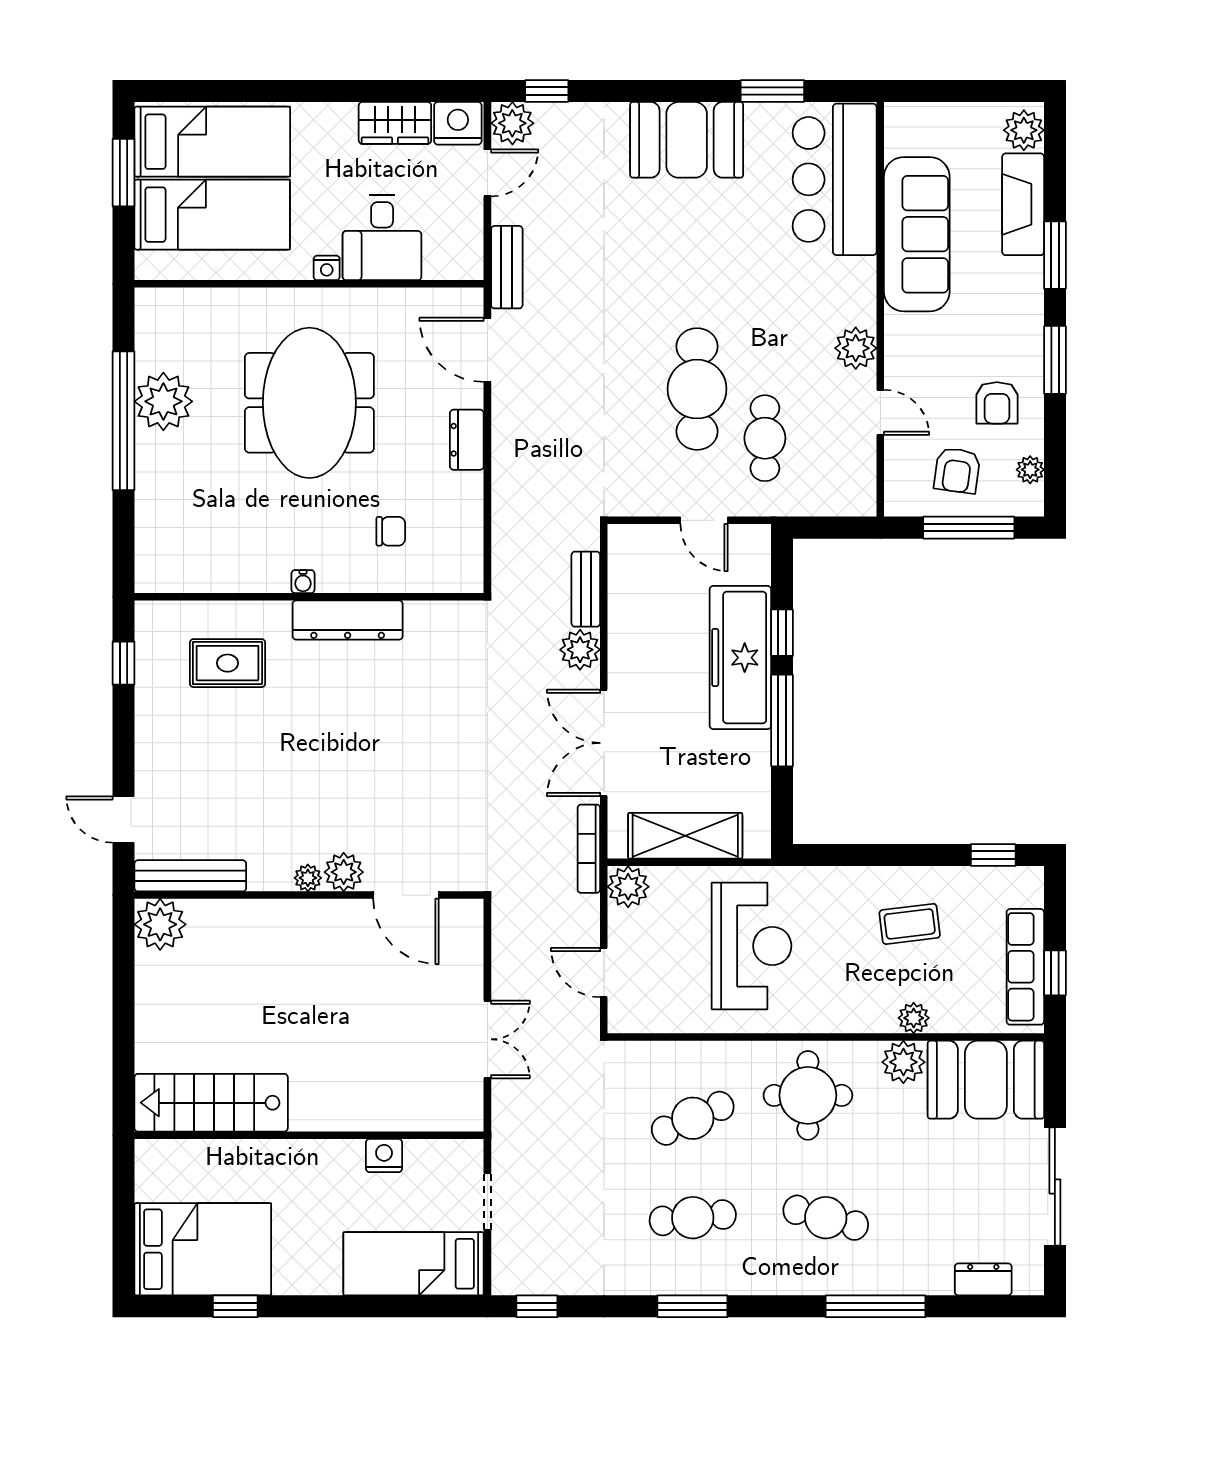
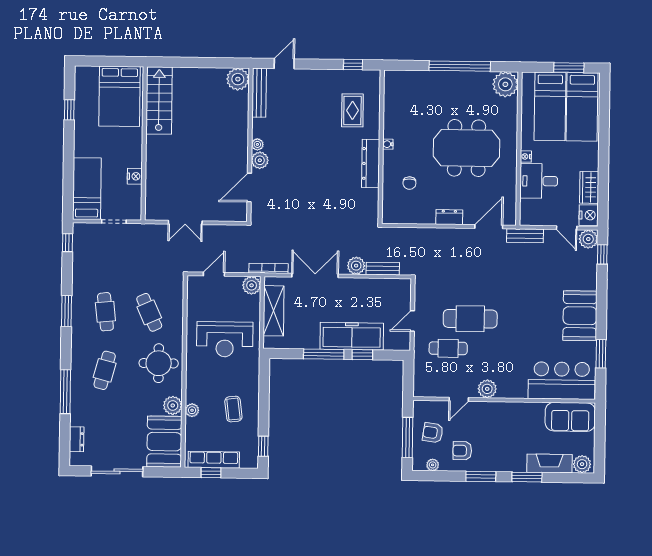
sofa: (917, 234) -> (570, 417), moved, width x0.73
plant: (163, 401) -> (505, 84), moved
bed: (203, 1249) -> (120, 96), moved

